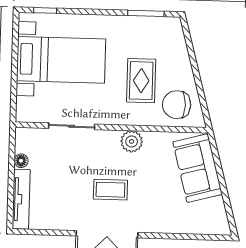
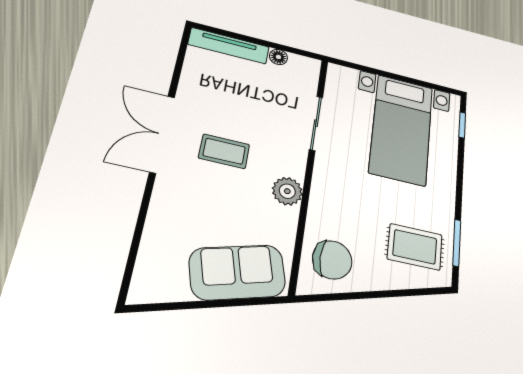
rug: (141, 81) -> (415, 247), moved
chair: (177, 105) -> (332, 260), turned 90
coffee table: (110, 190) -> (224, 151), turned 90

